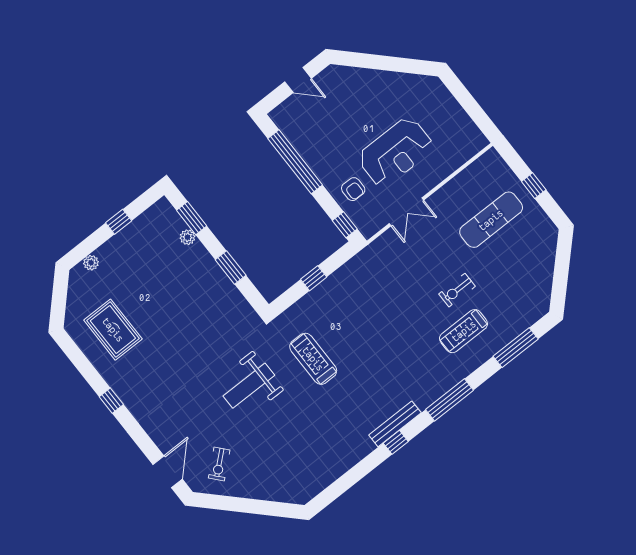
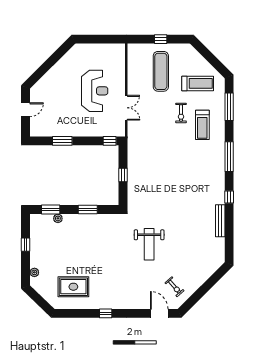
window: (295, 162) -> (62, 141), width x0.47
armchair: (353, 189) -> (96, 124), removed
treadmill: (313, 359) -> (198, 83), moved, turned 180
bench: (395, 424) -> (220, 221), moved

